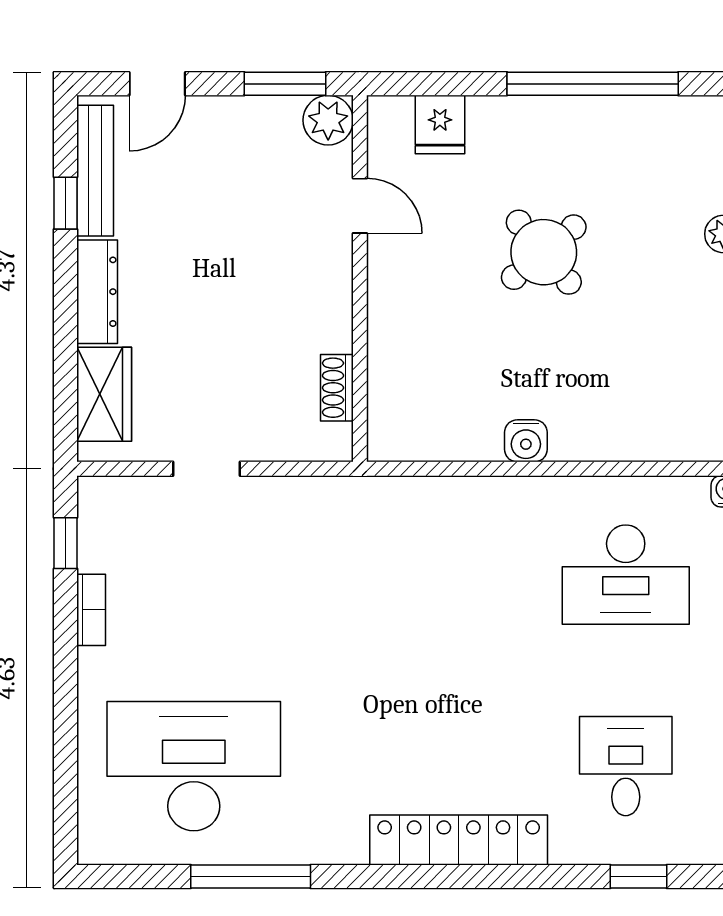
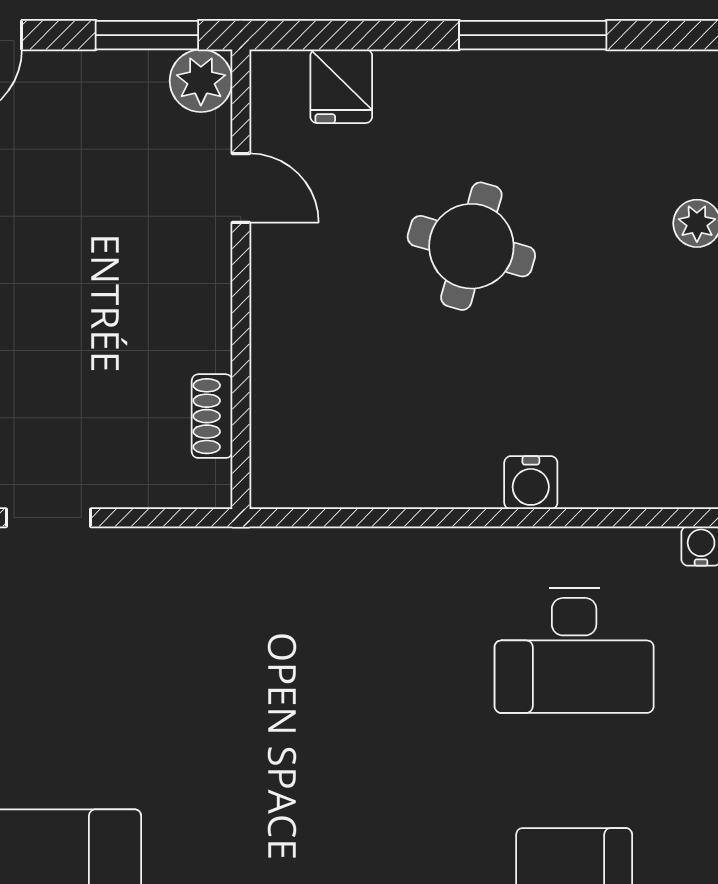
window: (593, 84) -> (533, 35), width x0.68
round table: (544, 252) -> (471, 246), turned -34
water cooler: (526, 441) -> (531, 483), moved

